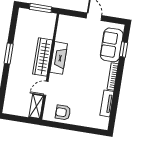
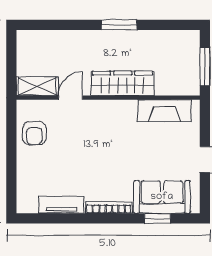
fireplace: (59, 58) -> (165, 111), moved
door: (46, 88) -> (71, 98), hinge flipped
armchair: (63, 112) -> (34, 133), turned 180

